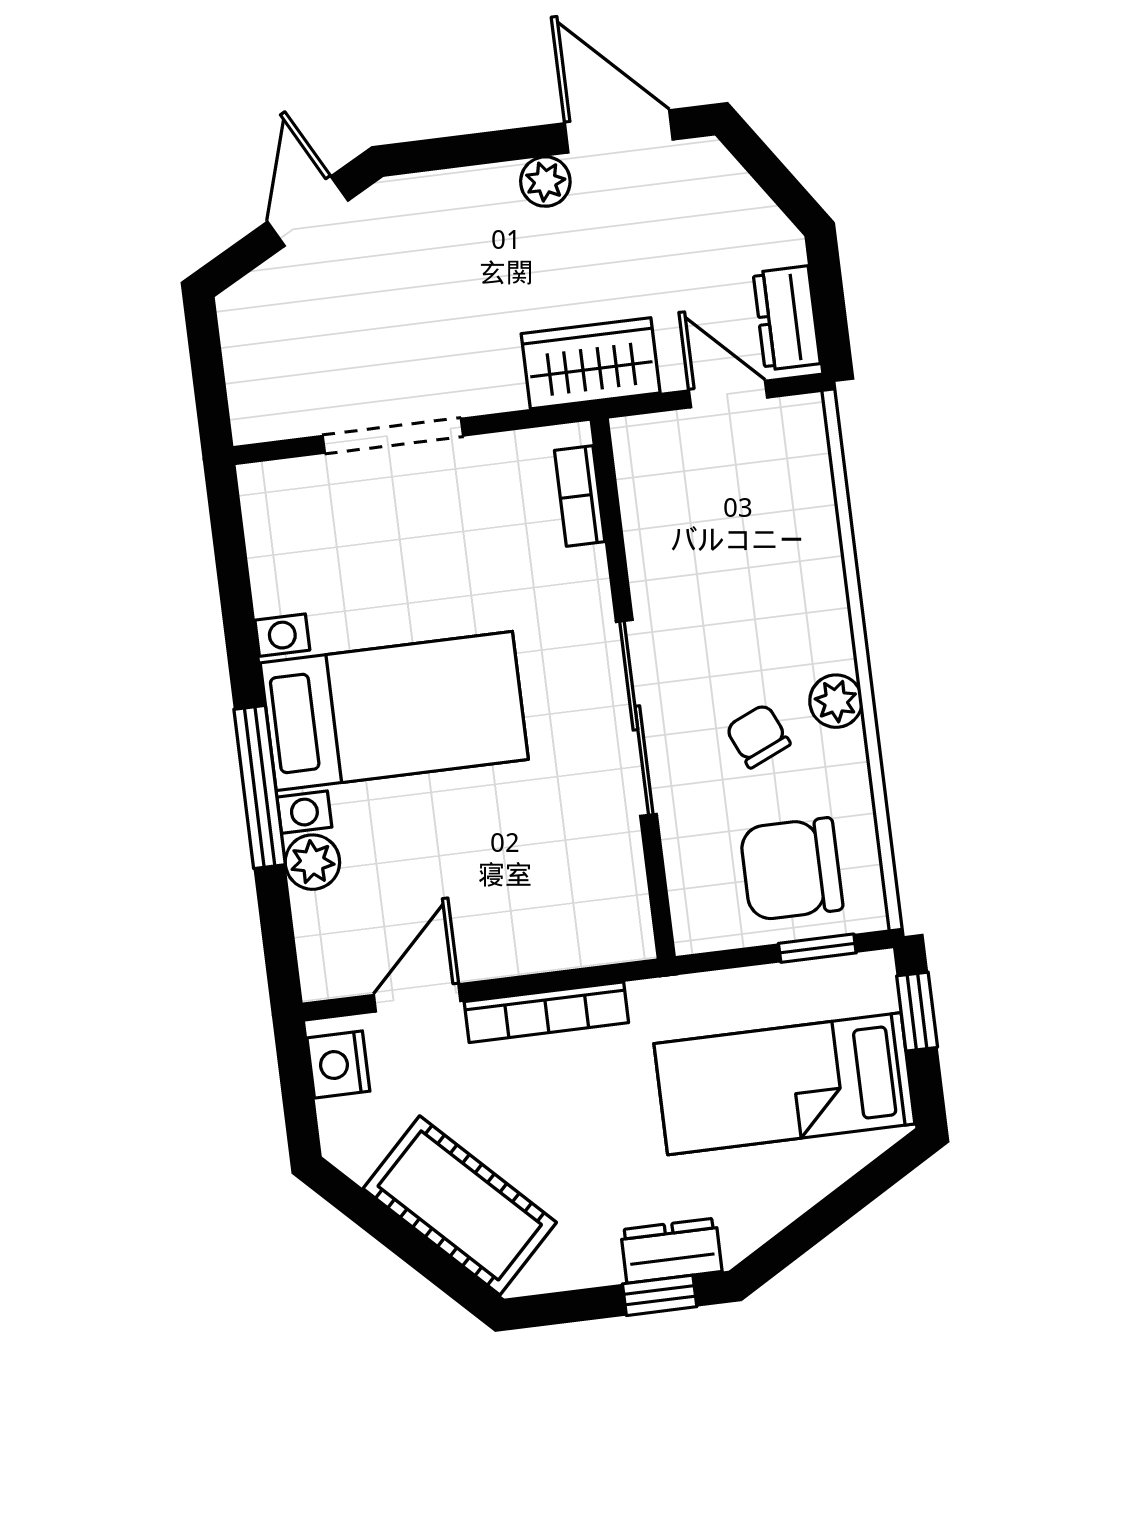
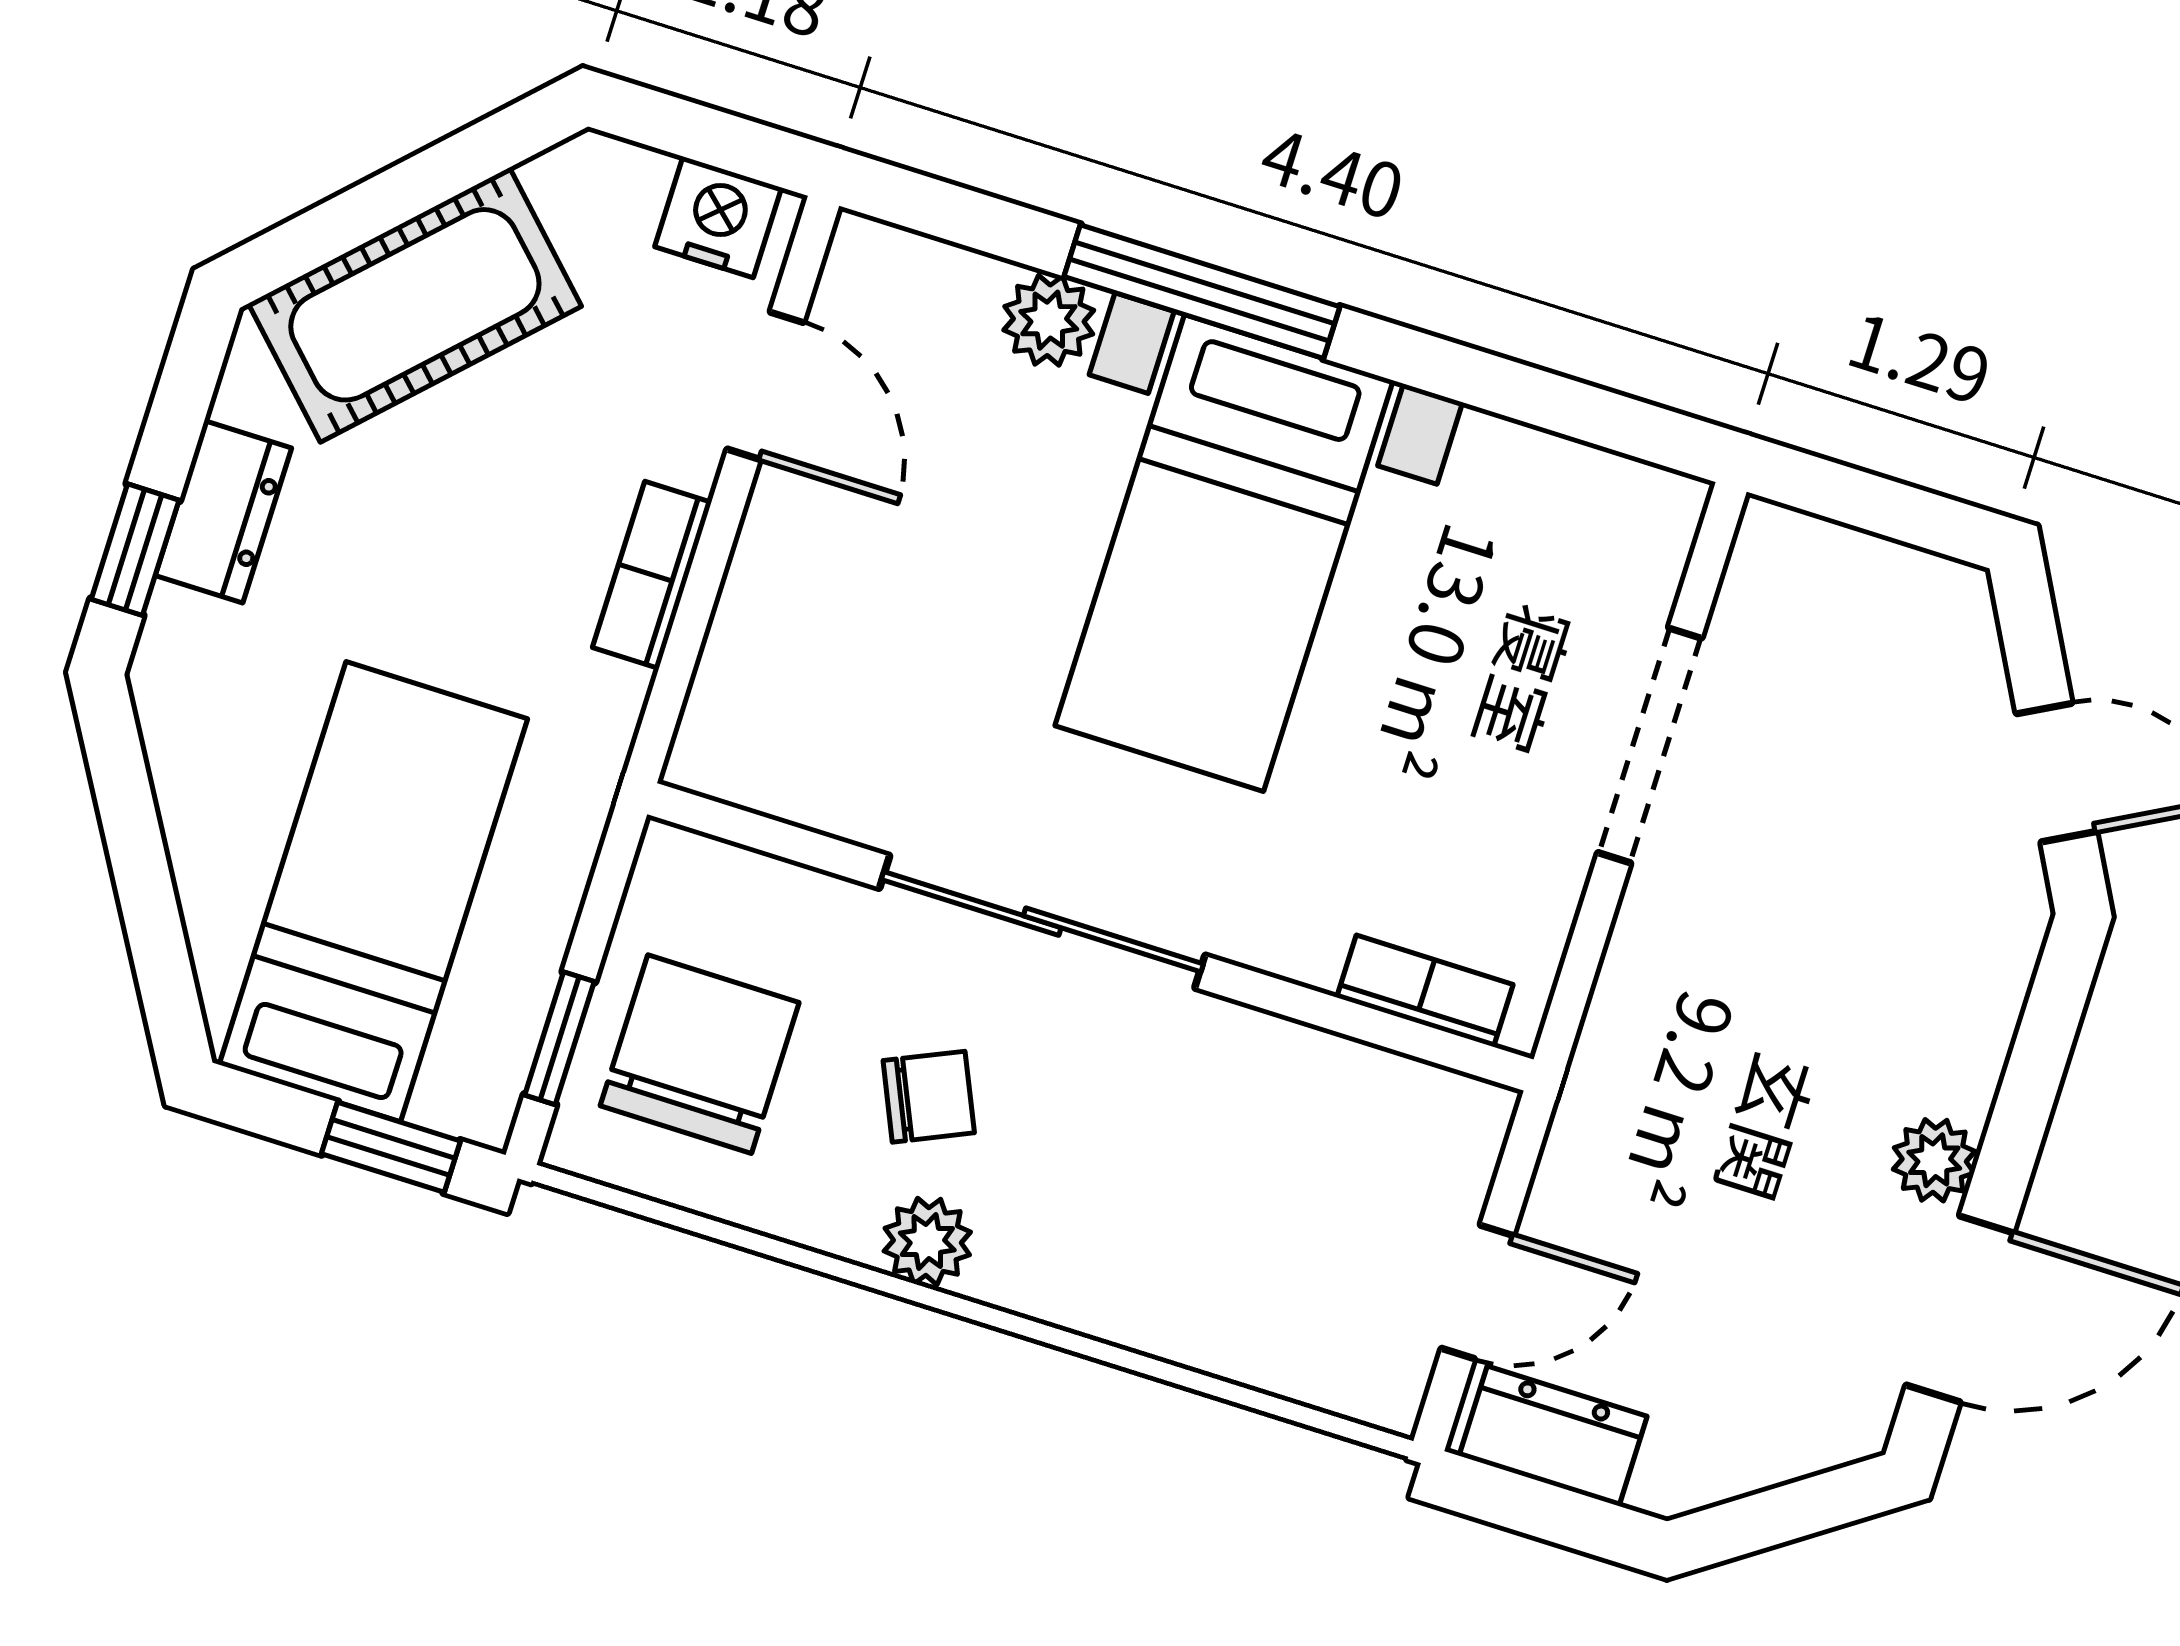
wardrobe: (591, 363) -> (1622, 1102), removed
bookcase: (546, 1012) -> (652, 575), width x0.64
dresser: (671, 1251) -> (223, 512), moved

